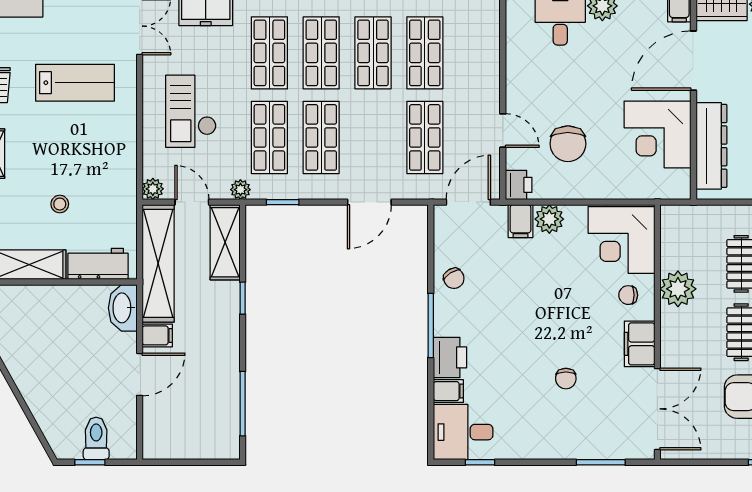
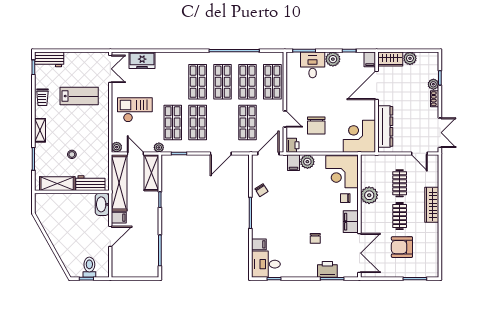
shop shelf: (269, 53) -> (272, 82), moved
checkout: (191, 111) -> (135, 110), turned 90
corner desk: (657, 134) -> (359, 136), moved, turned 90
printer: (450, 357) -> (327, 269), moved, turned -90

